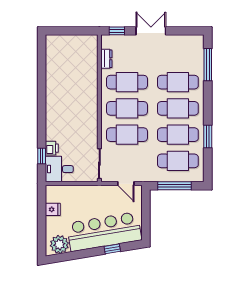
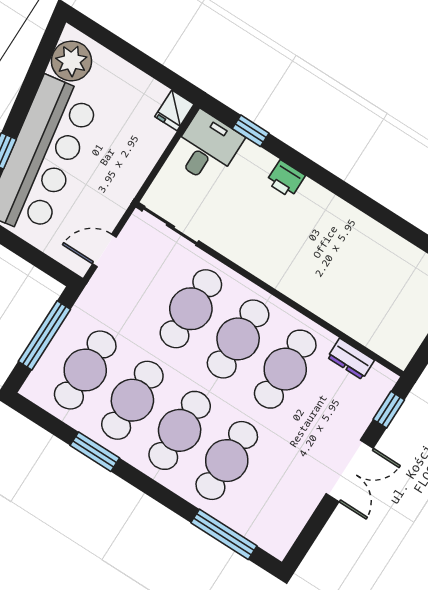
printer: (52, 148) -> (286, 179), moved
fridge: (53, 209) -> (174, 110), moved

